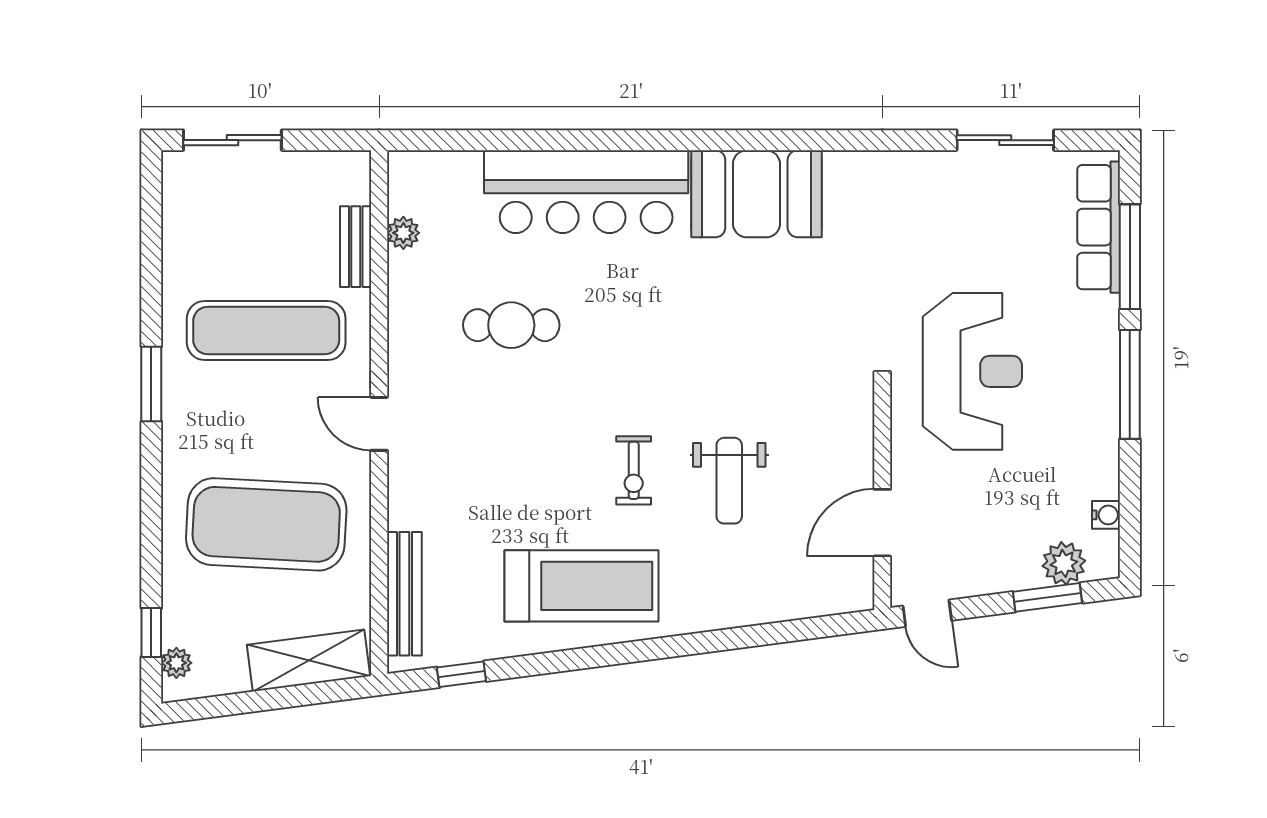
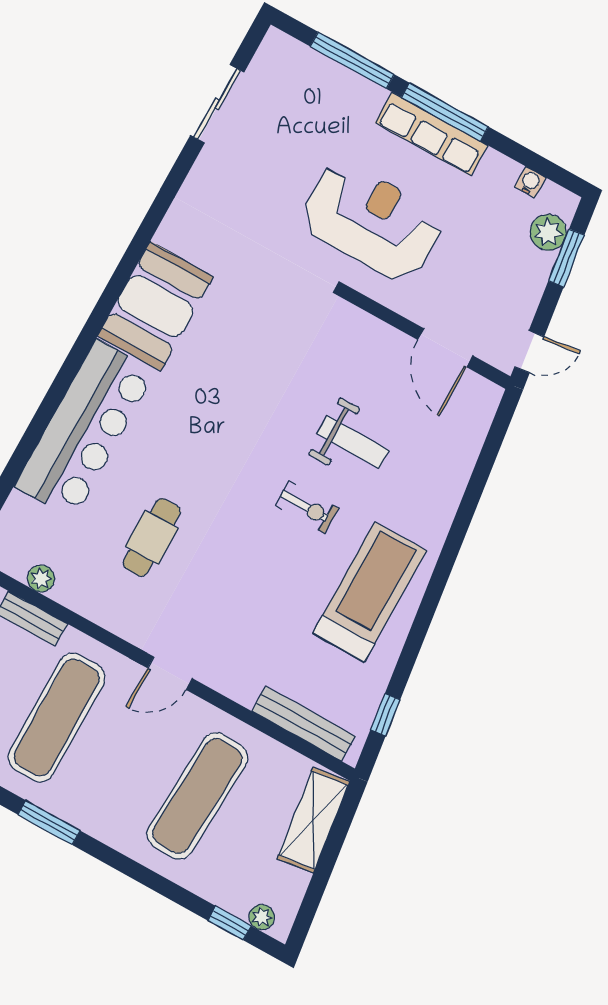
row of seats: (1099, 227) -> (431, 134), moved
exercise mat: (266, 524) -> (197, 796), width x0.68

